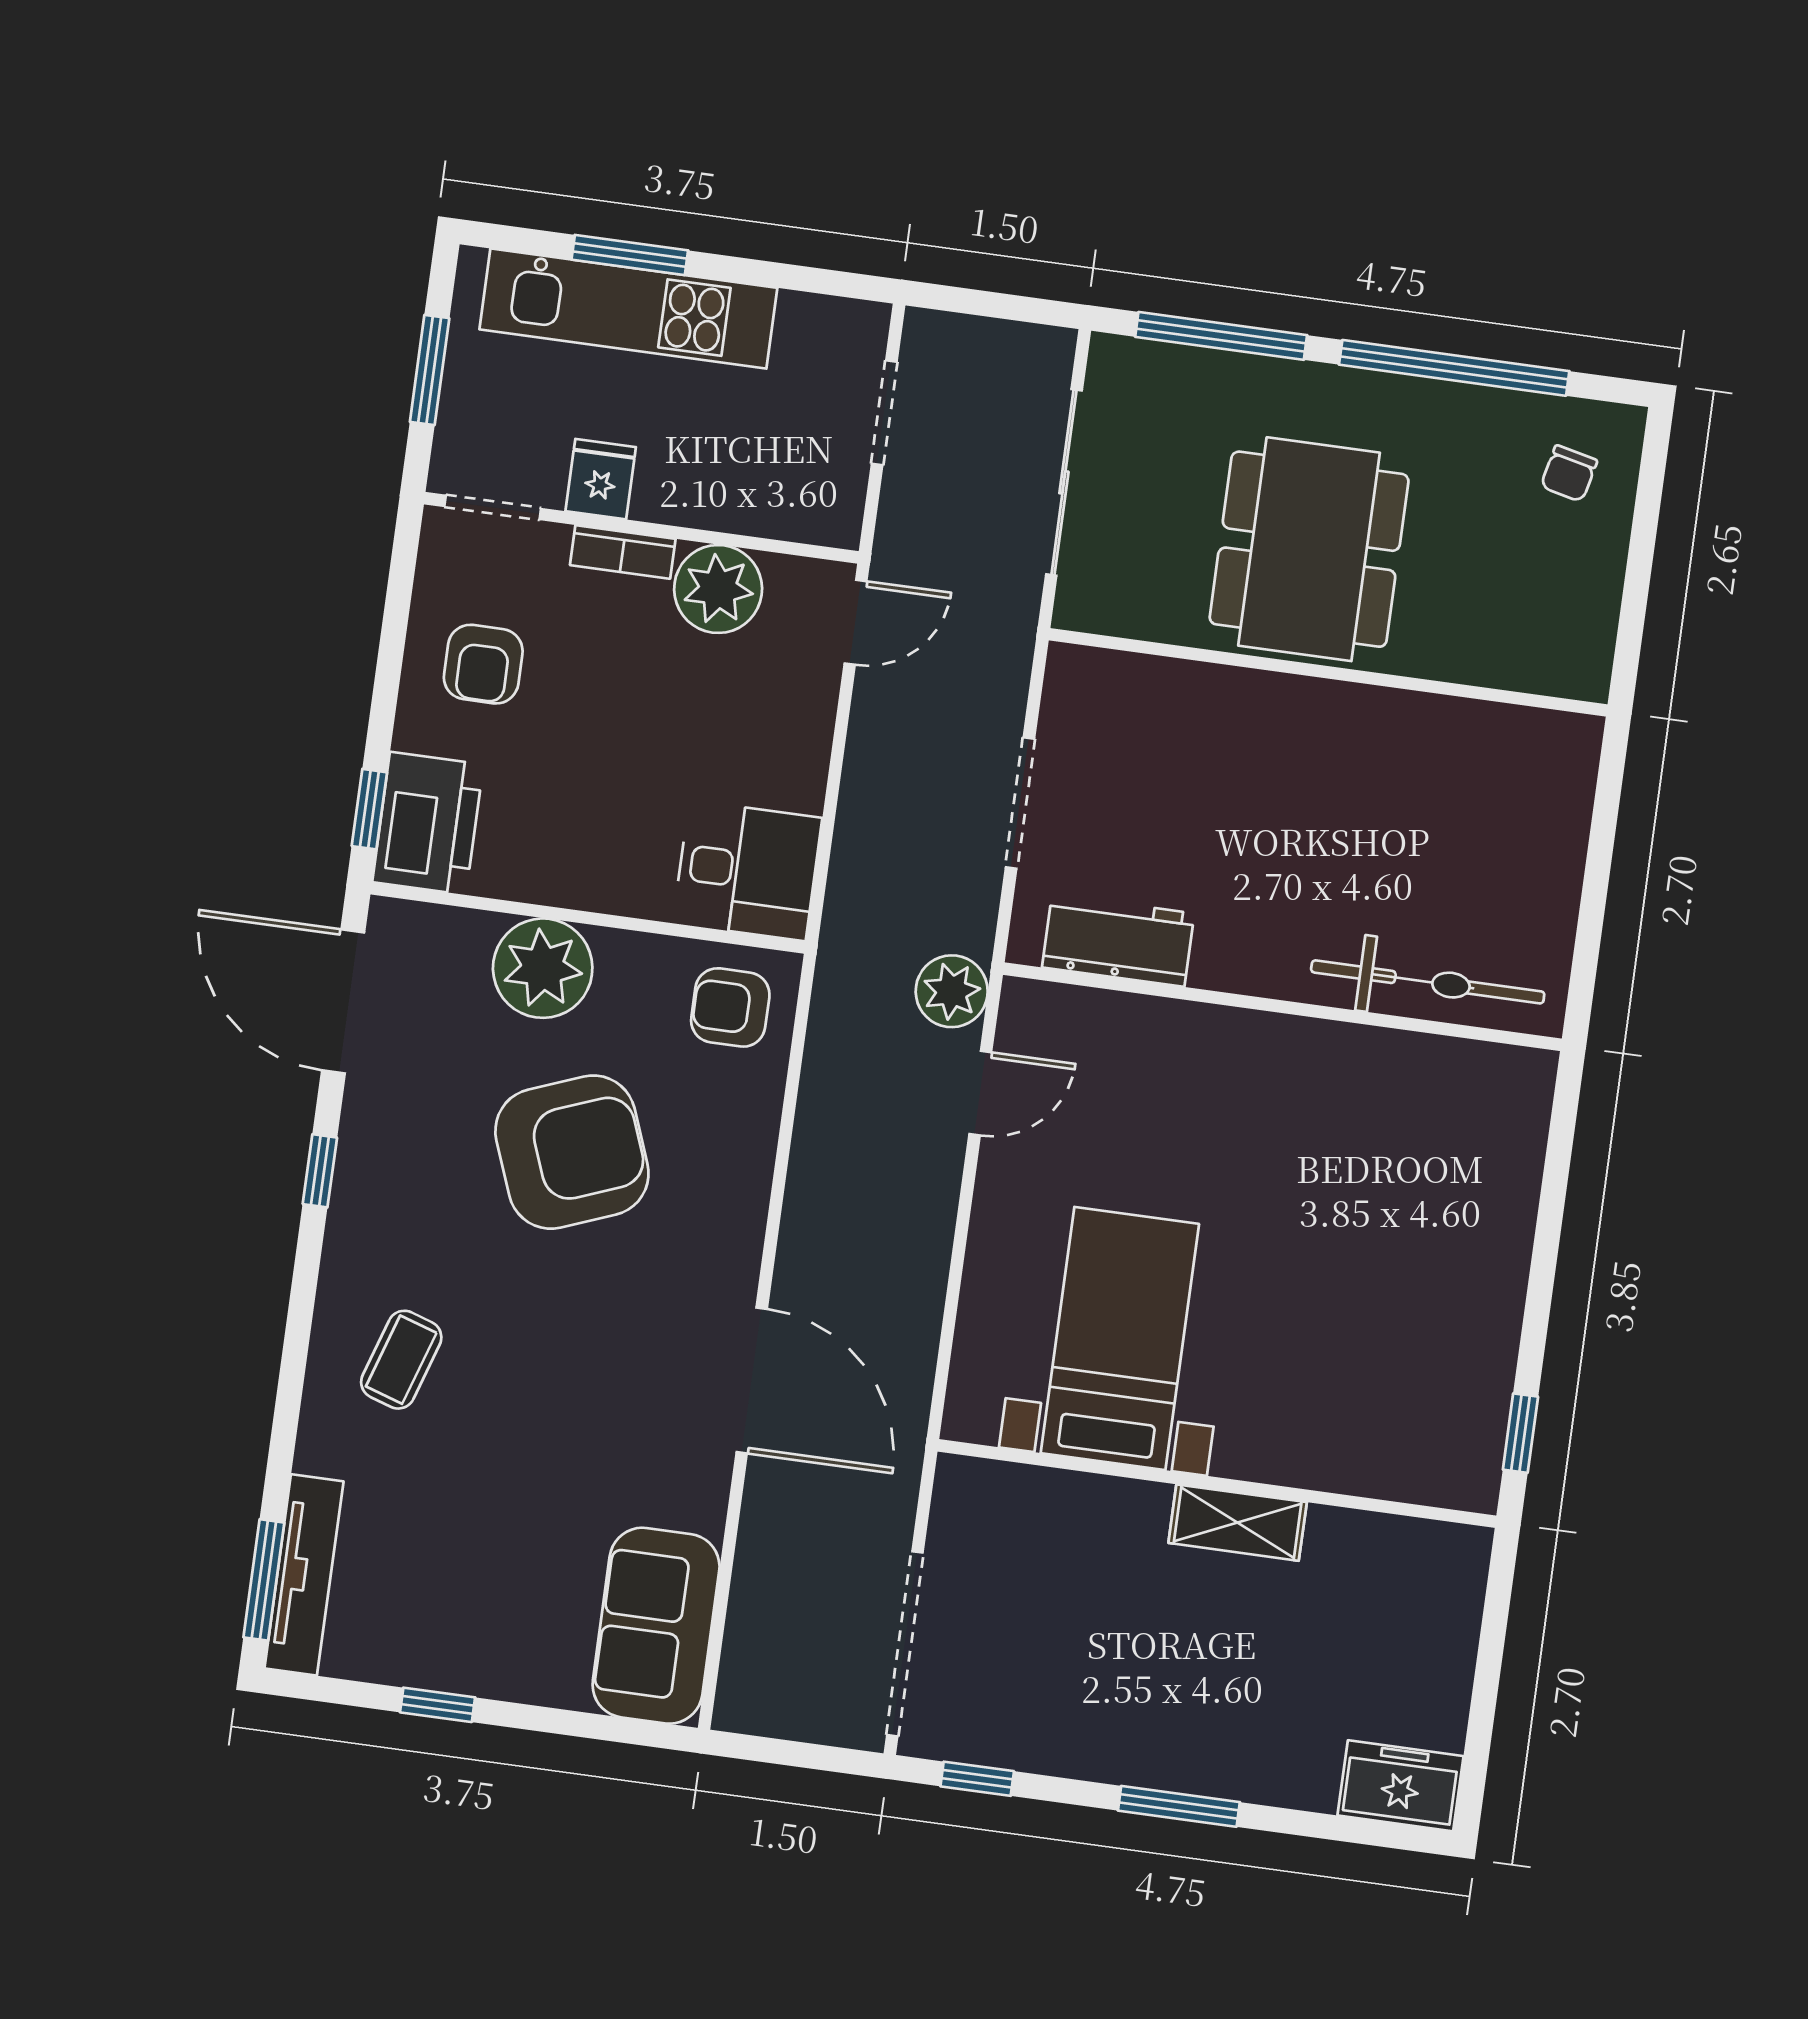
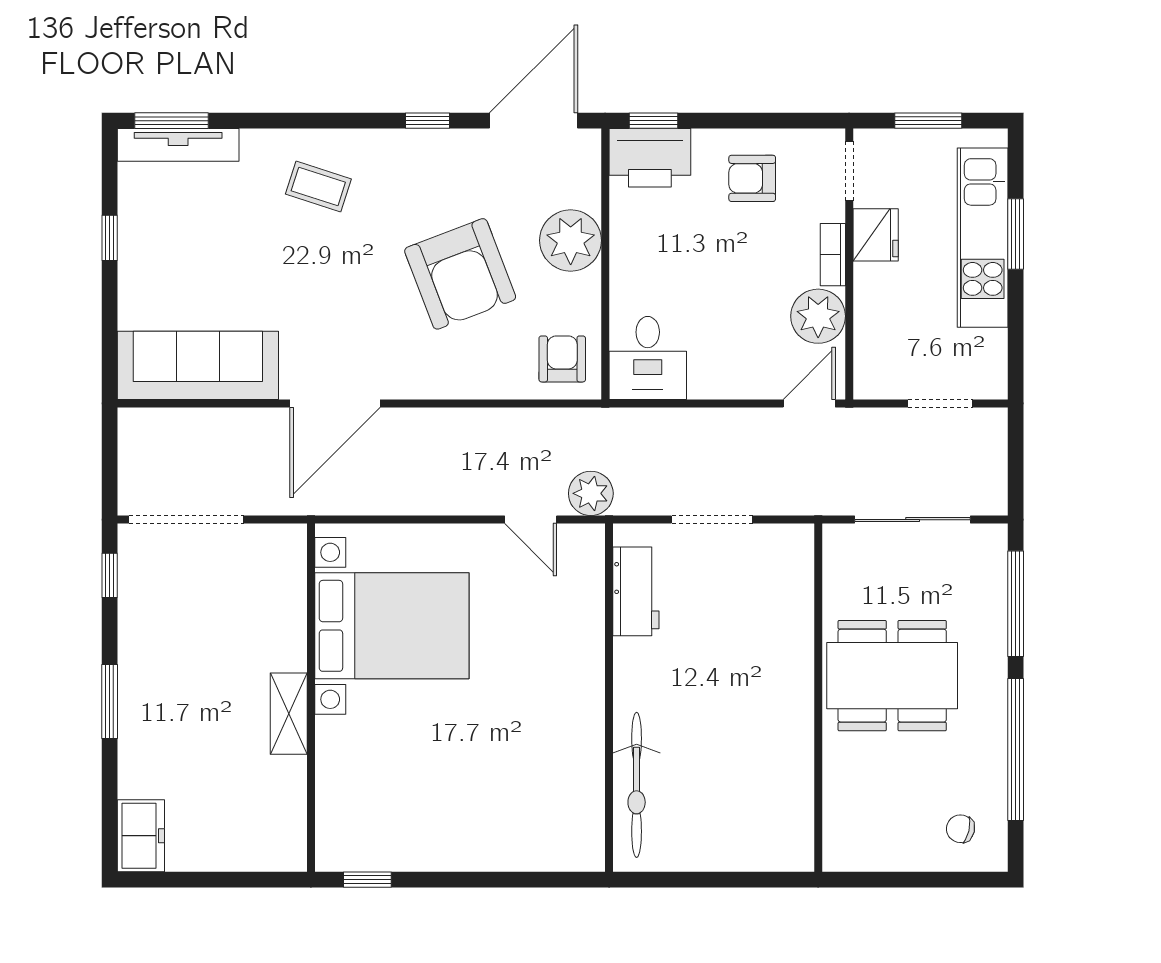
fridge: (601, 479) -> (876, 235), width x1.38
door: (856, 622) -> (809, 403), swing flipped
bed with nightstands: (1120, 1338) -> (392, 626), width x1.36
sofa: (656, 1626) -> (198, 365), width x1.36

